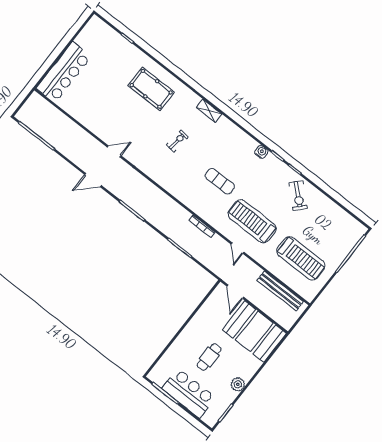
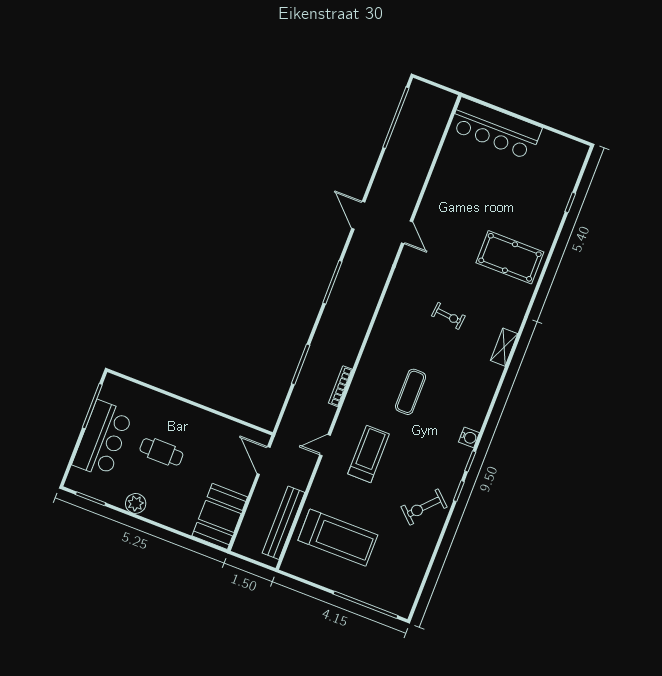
pool table: (151, 89) -> (510, 257), turned 90
treadmill: (252, 221) -> (369, 454), width x0.73, depth x0.73
treadmill: (301, 258) -> (338, 538), turned -90
door: (235, 292) -> (264, 460), hinge flipped
booth: (254, 332) -> (220, 516), width x0.73, depth x0.70

